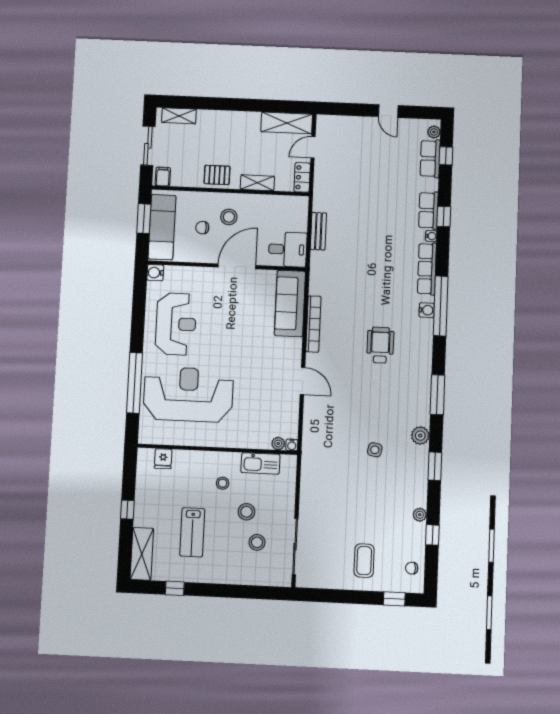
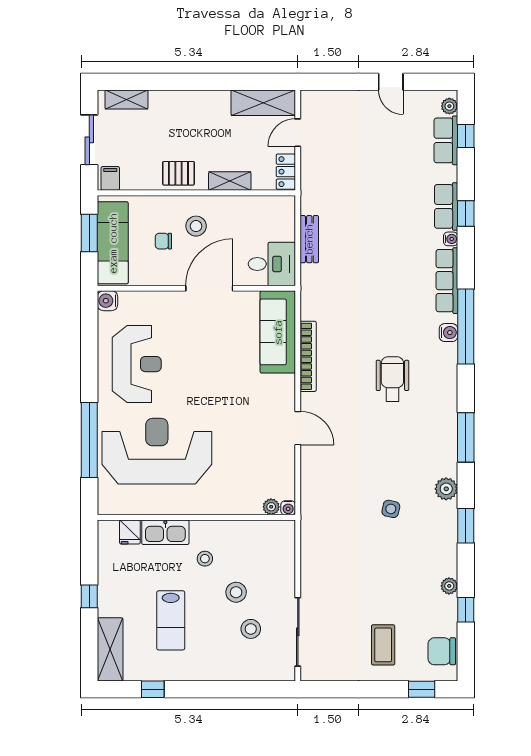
kitchen sink: (260, 463) -> (165, 532), moved
chair: (412, 568) -> (442, 651), width x1.87, depth x1.87

